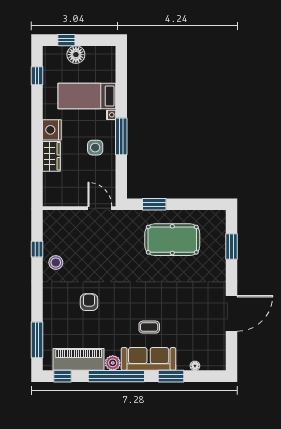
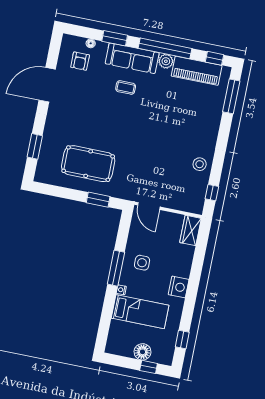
wardrobe: (51, 156) -> (191, 230), moved
window: (37, 249) -> (212, 193), moved
armchair: (89, 302) -> (80, 61), moved

